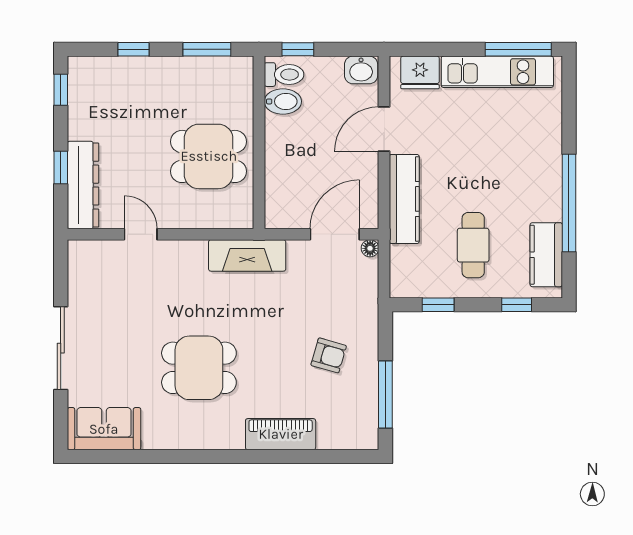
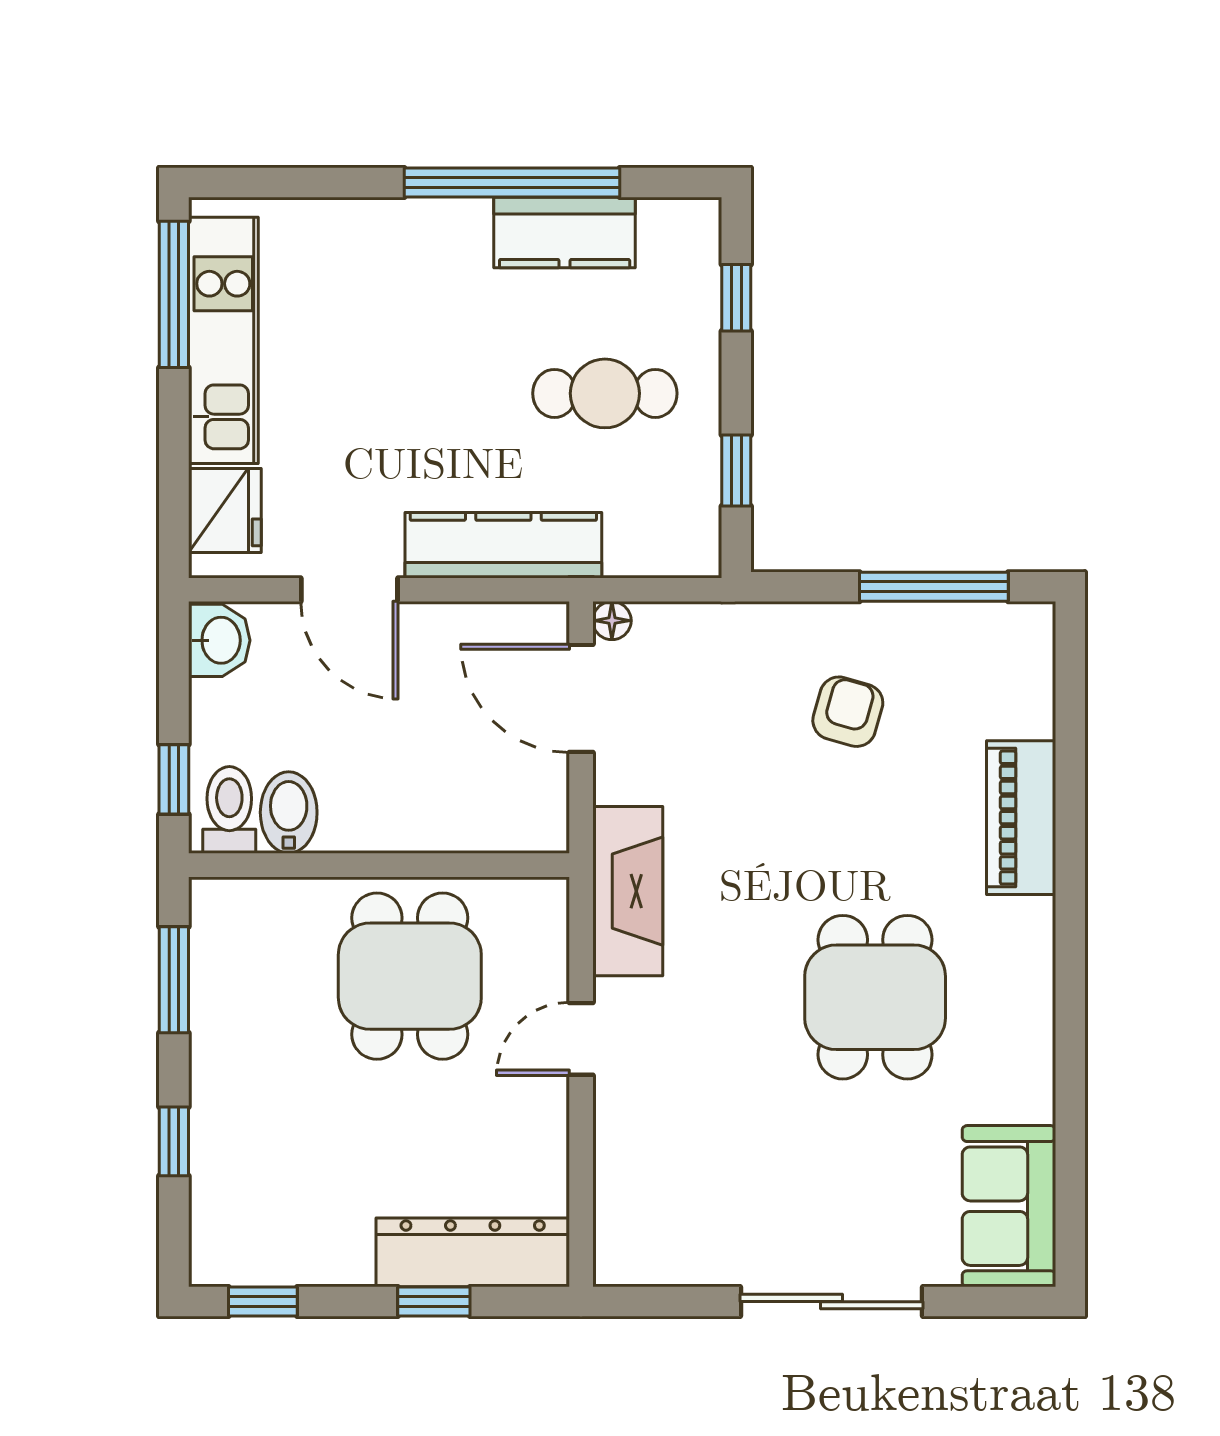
door: (141, 234) -> (581, 1039), moved
kitchen counter: (546, 255) -> (565, 233), moved

